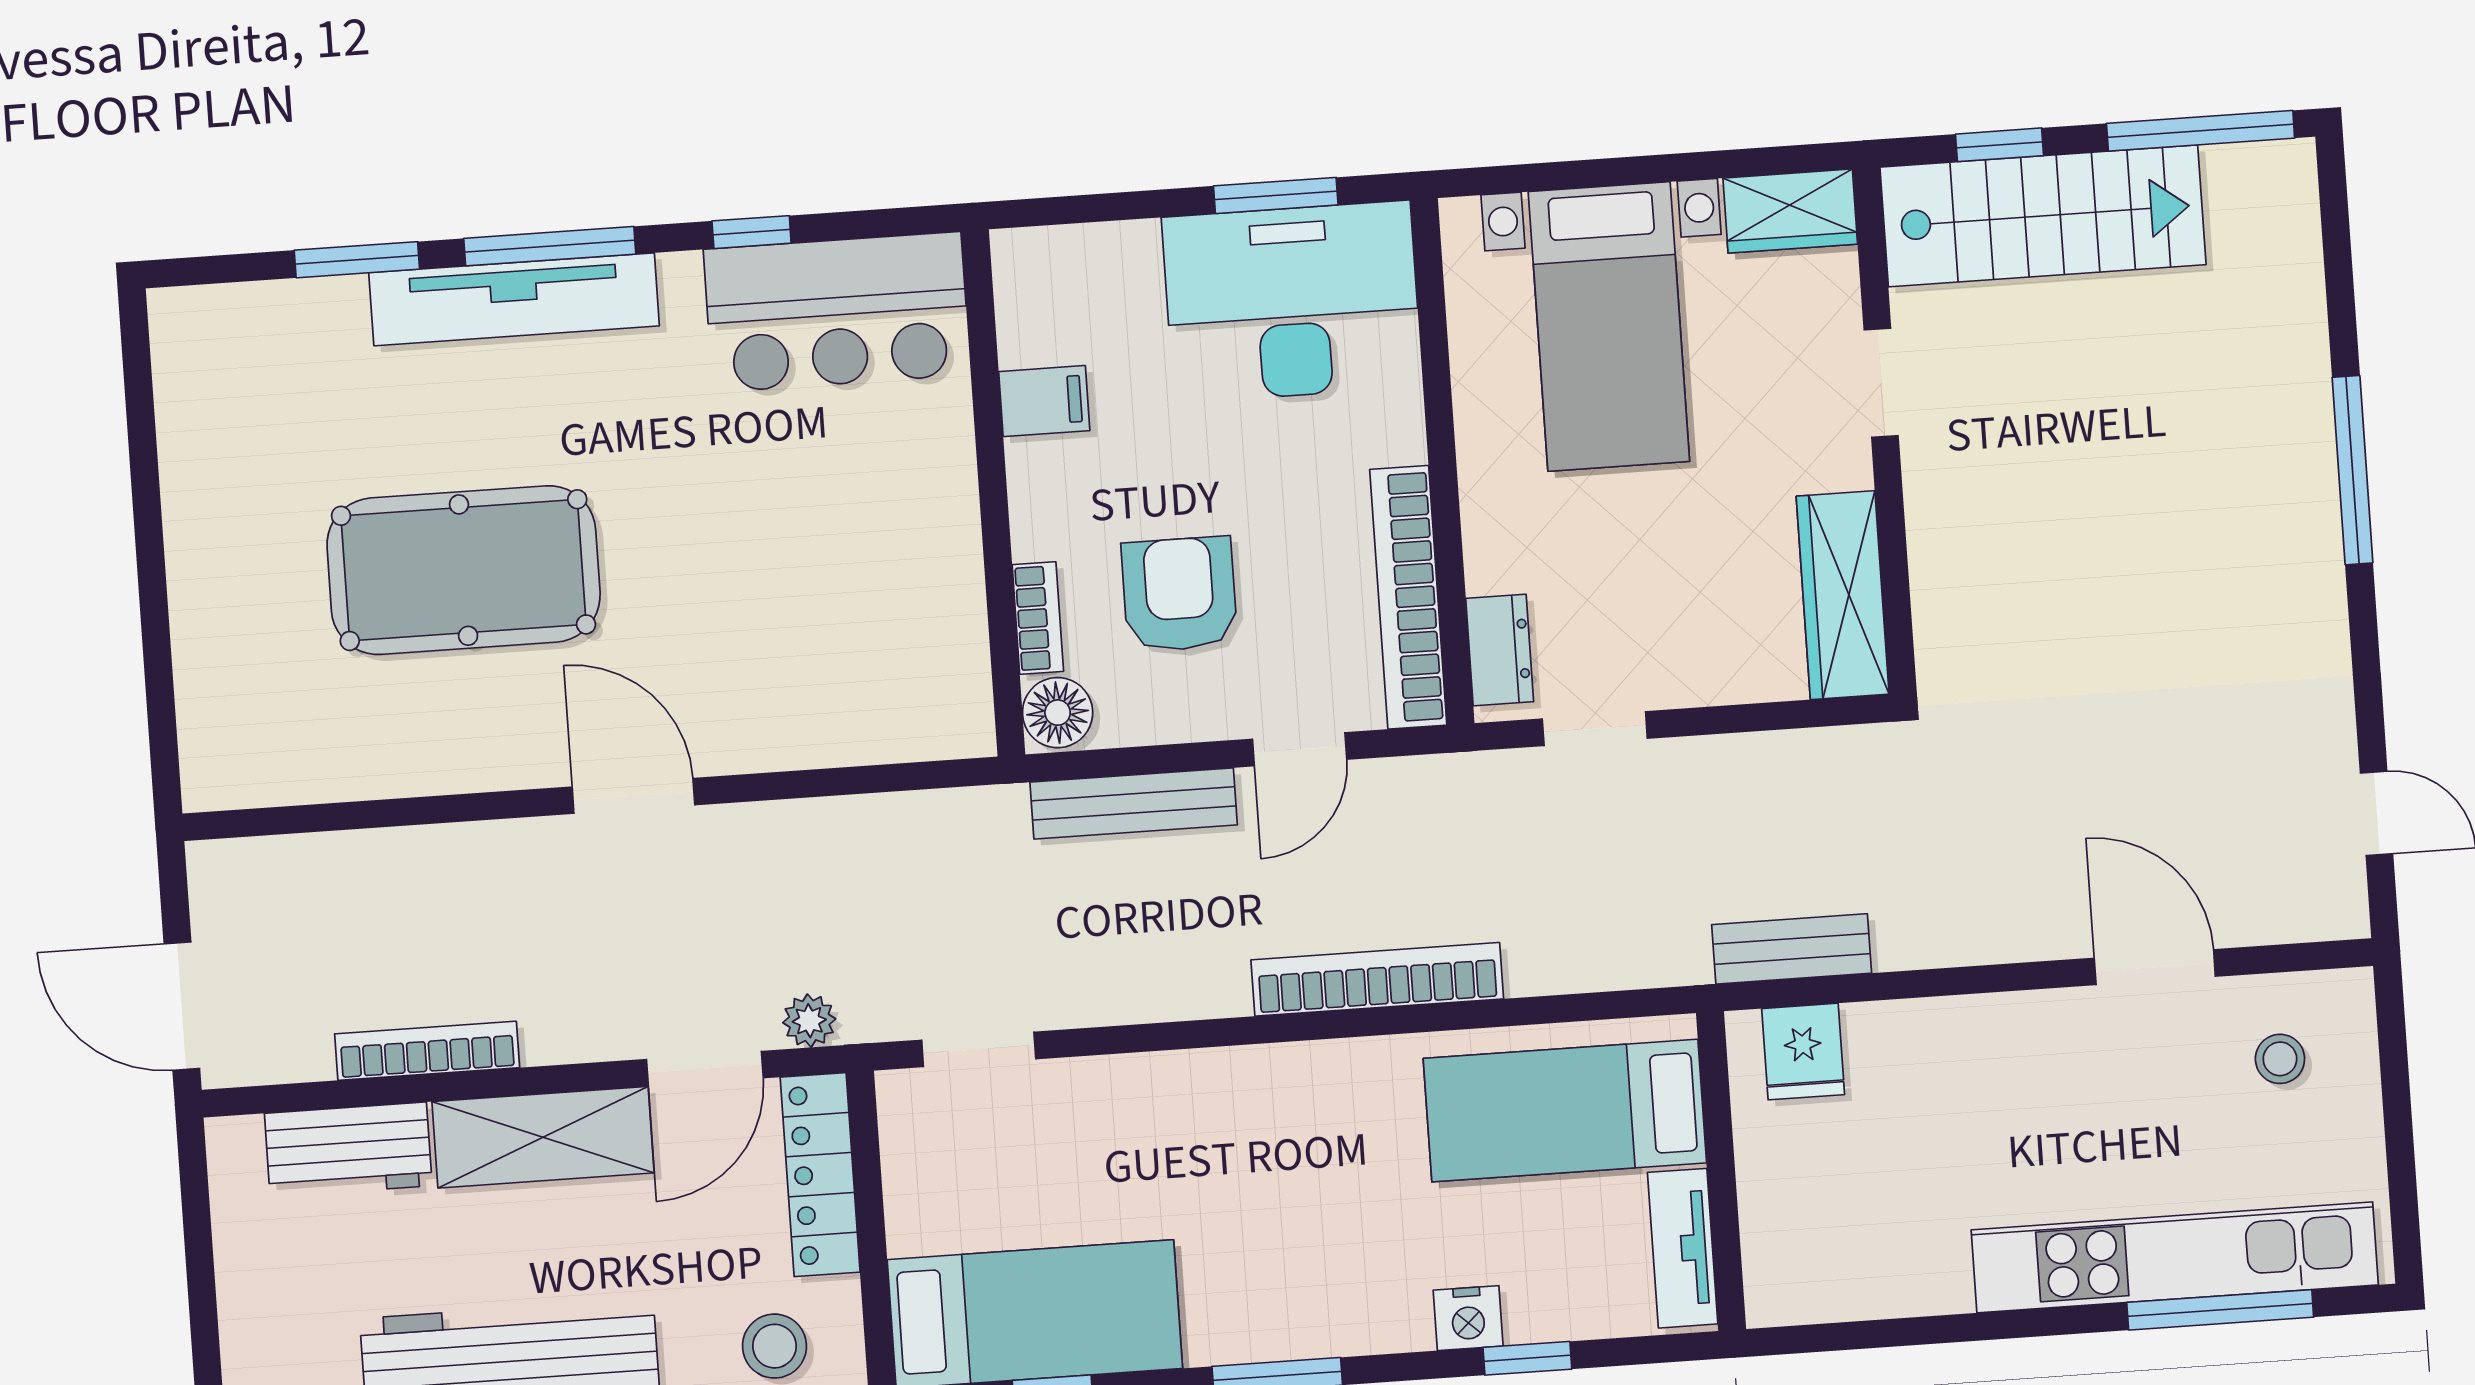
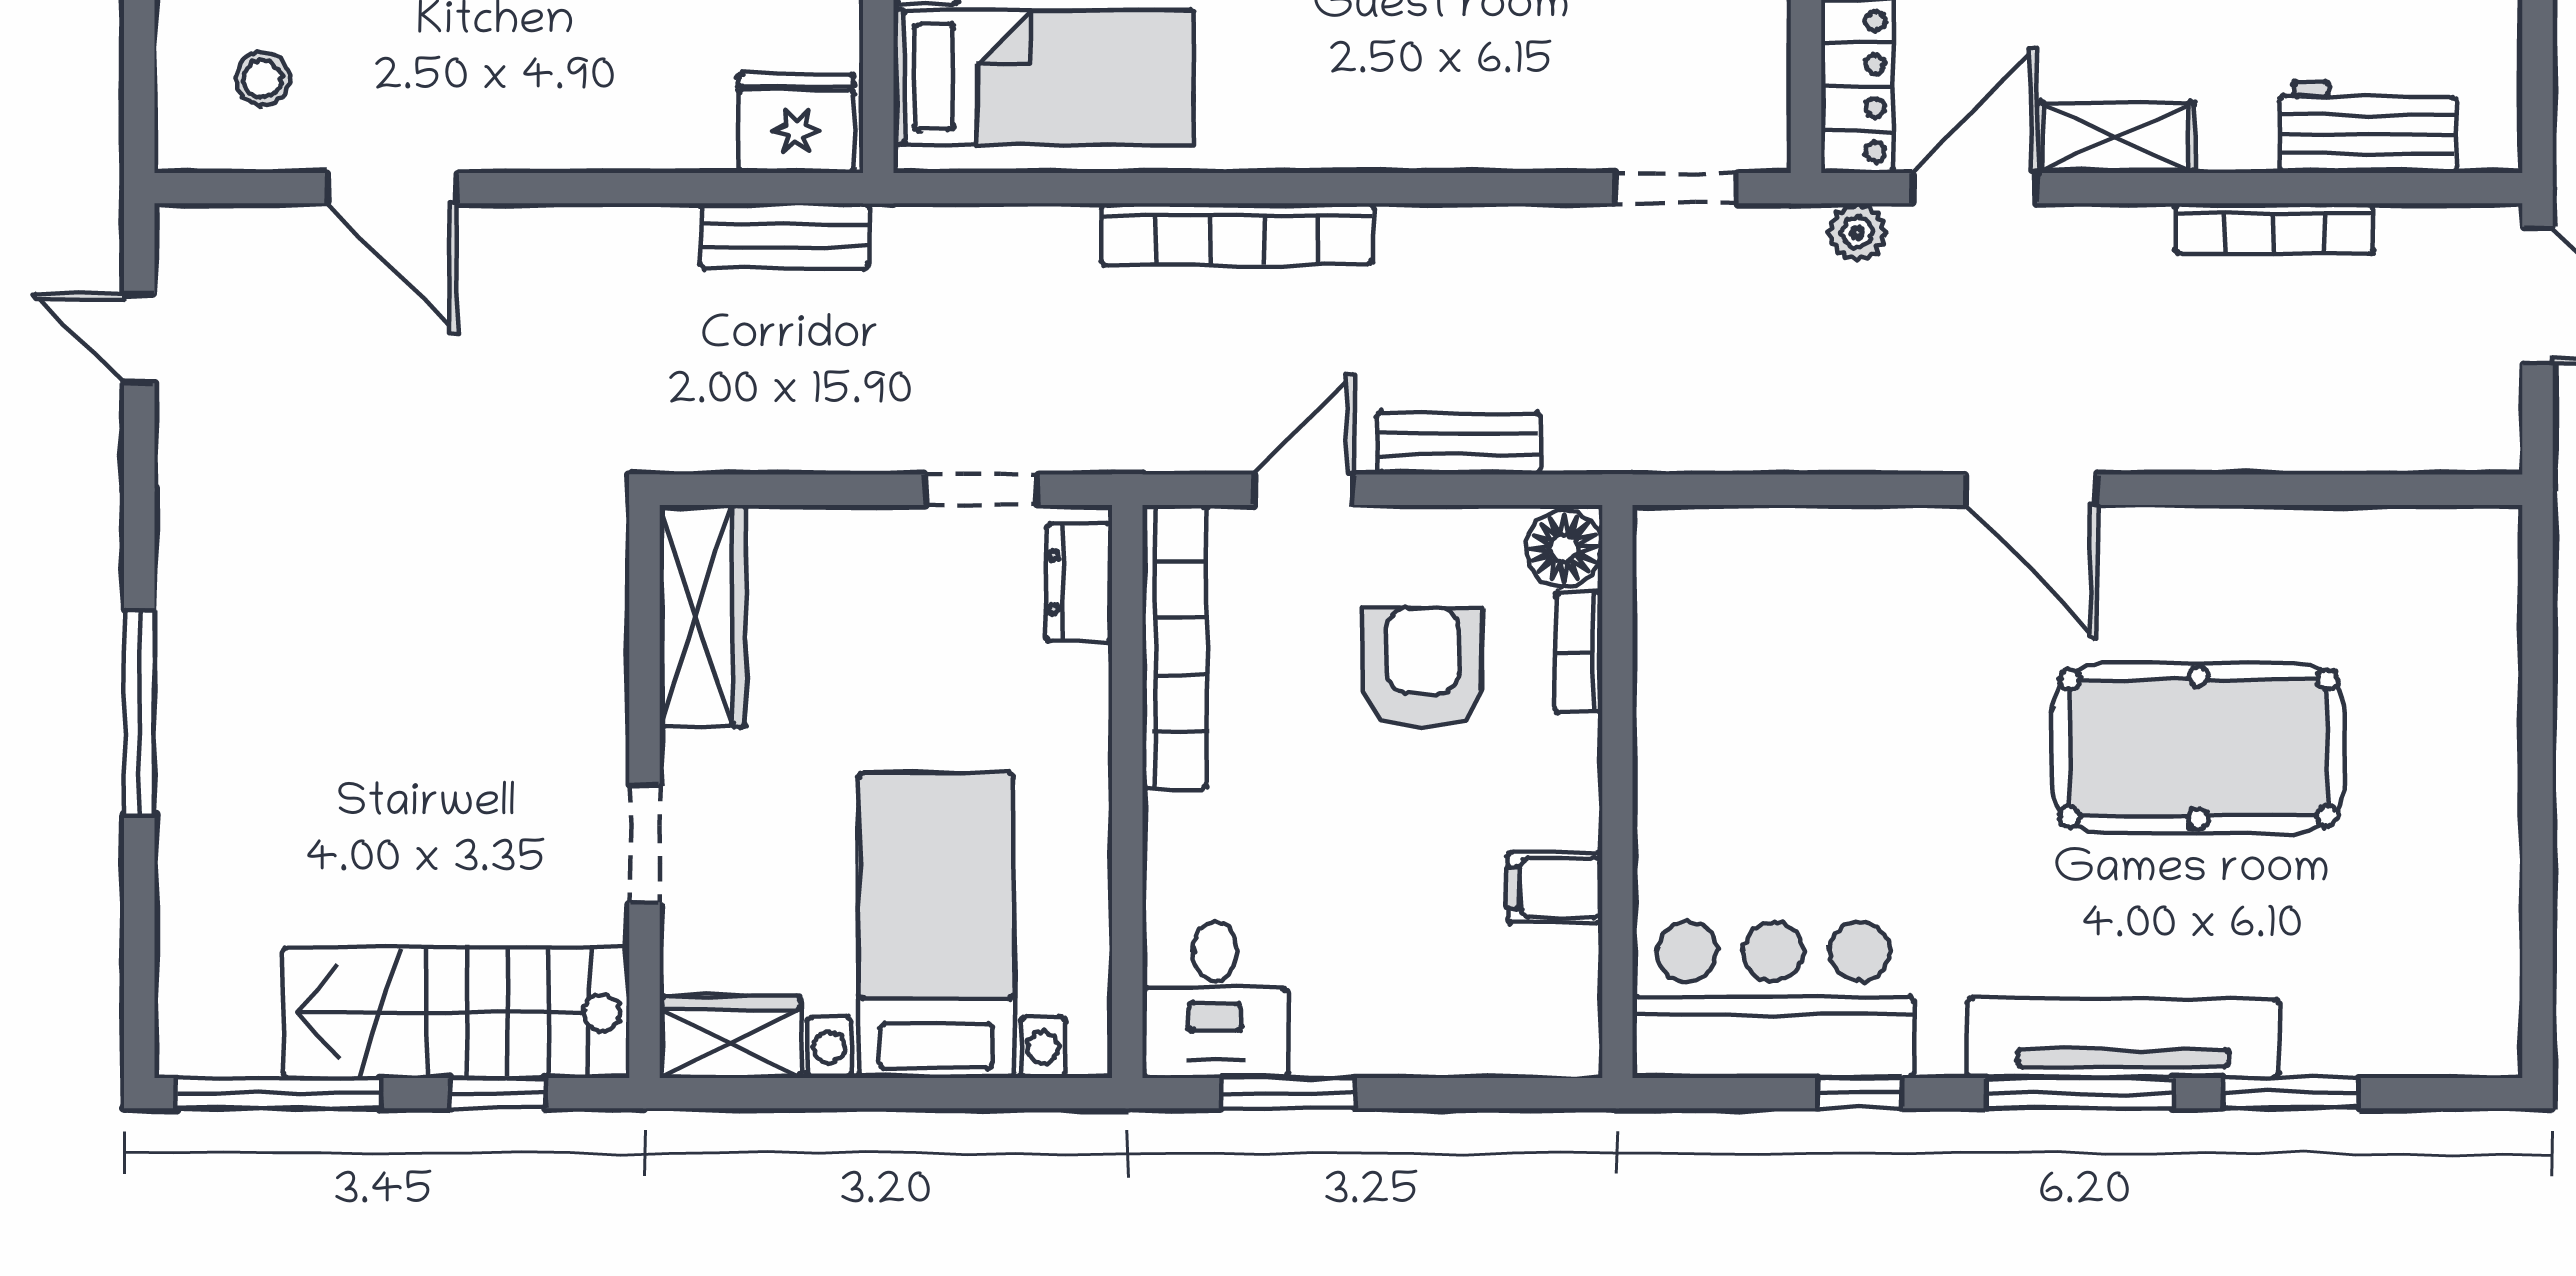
desk: (1292, 302) -> (1215, 1000), width x0.53, depth x0.77
armchair: (1179, 594) -> (1423, 667), turned 180
bench: (1134, 803) -> (1459, 444), width x0.73
fridge: (1803, 1052) -> (796, 123), width x1.38
shelving: (543, 1137) -> (2116, 138), width x0.67, depth x0.75

